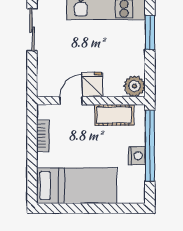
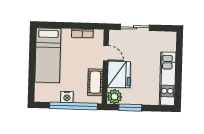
sliding door: (32, 30) -> (135, 27), moved
window: (150, 33) -> (130, 108), moved
fridge: (93, 85) -> (119, 74), width x1.88, depth x1.34

